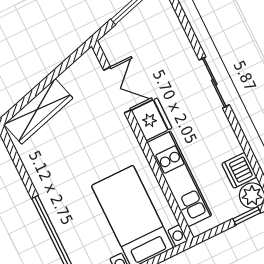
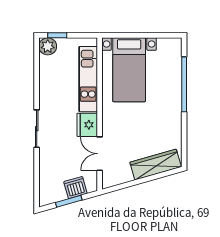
dishwasher: (239, 170) -> (75, 188), moved, turned -106

